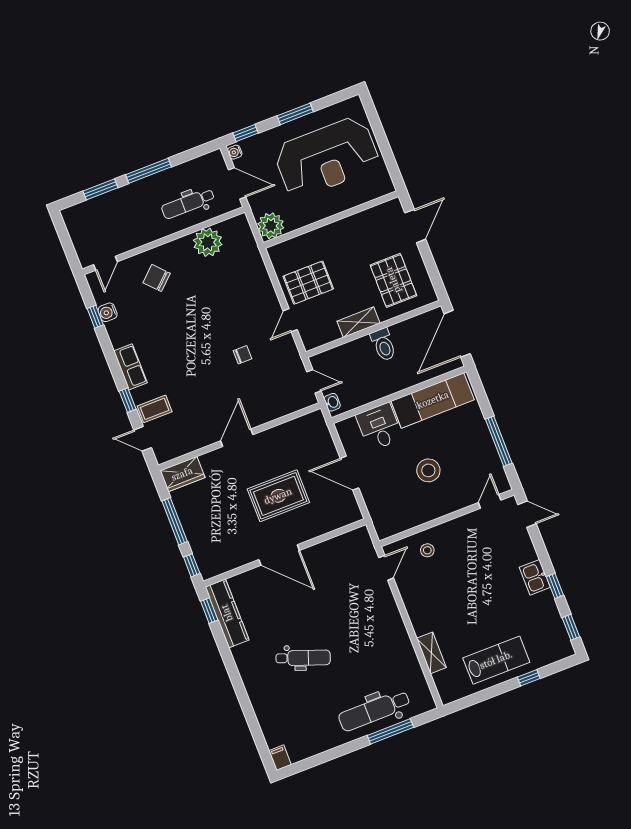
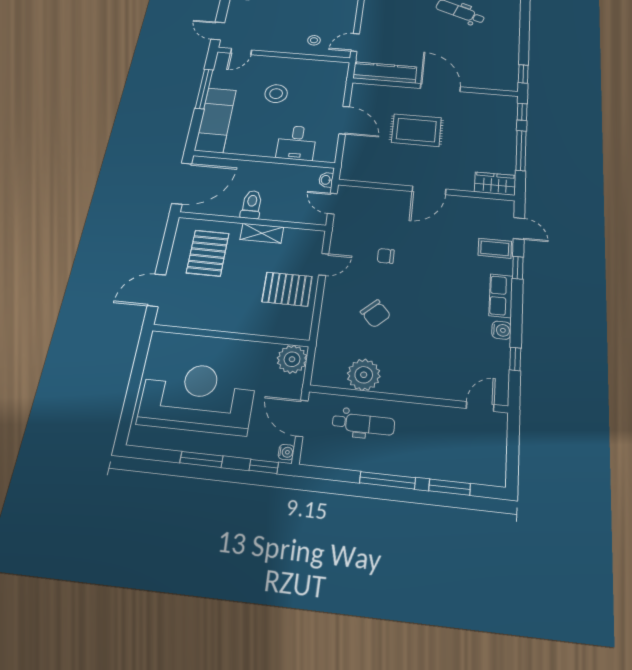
chair: (157, 278) -> (375, 314), moved
water cooler: (108, 312) -> (501, 330), moved
exam couch: (433, 400) -> (216, 120), moved, turned 90
kitchen counter: (227, 613) -> (385, 73), moved, turned 90

